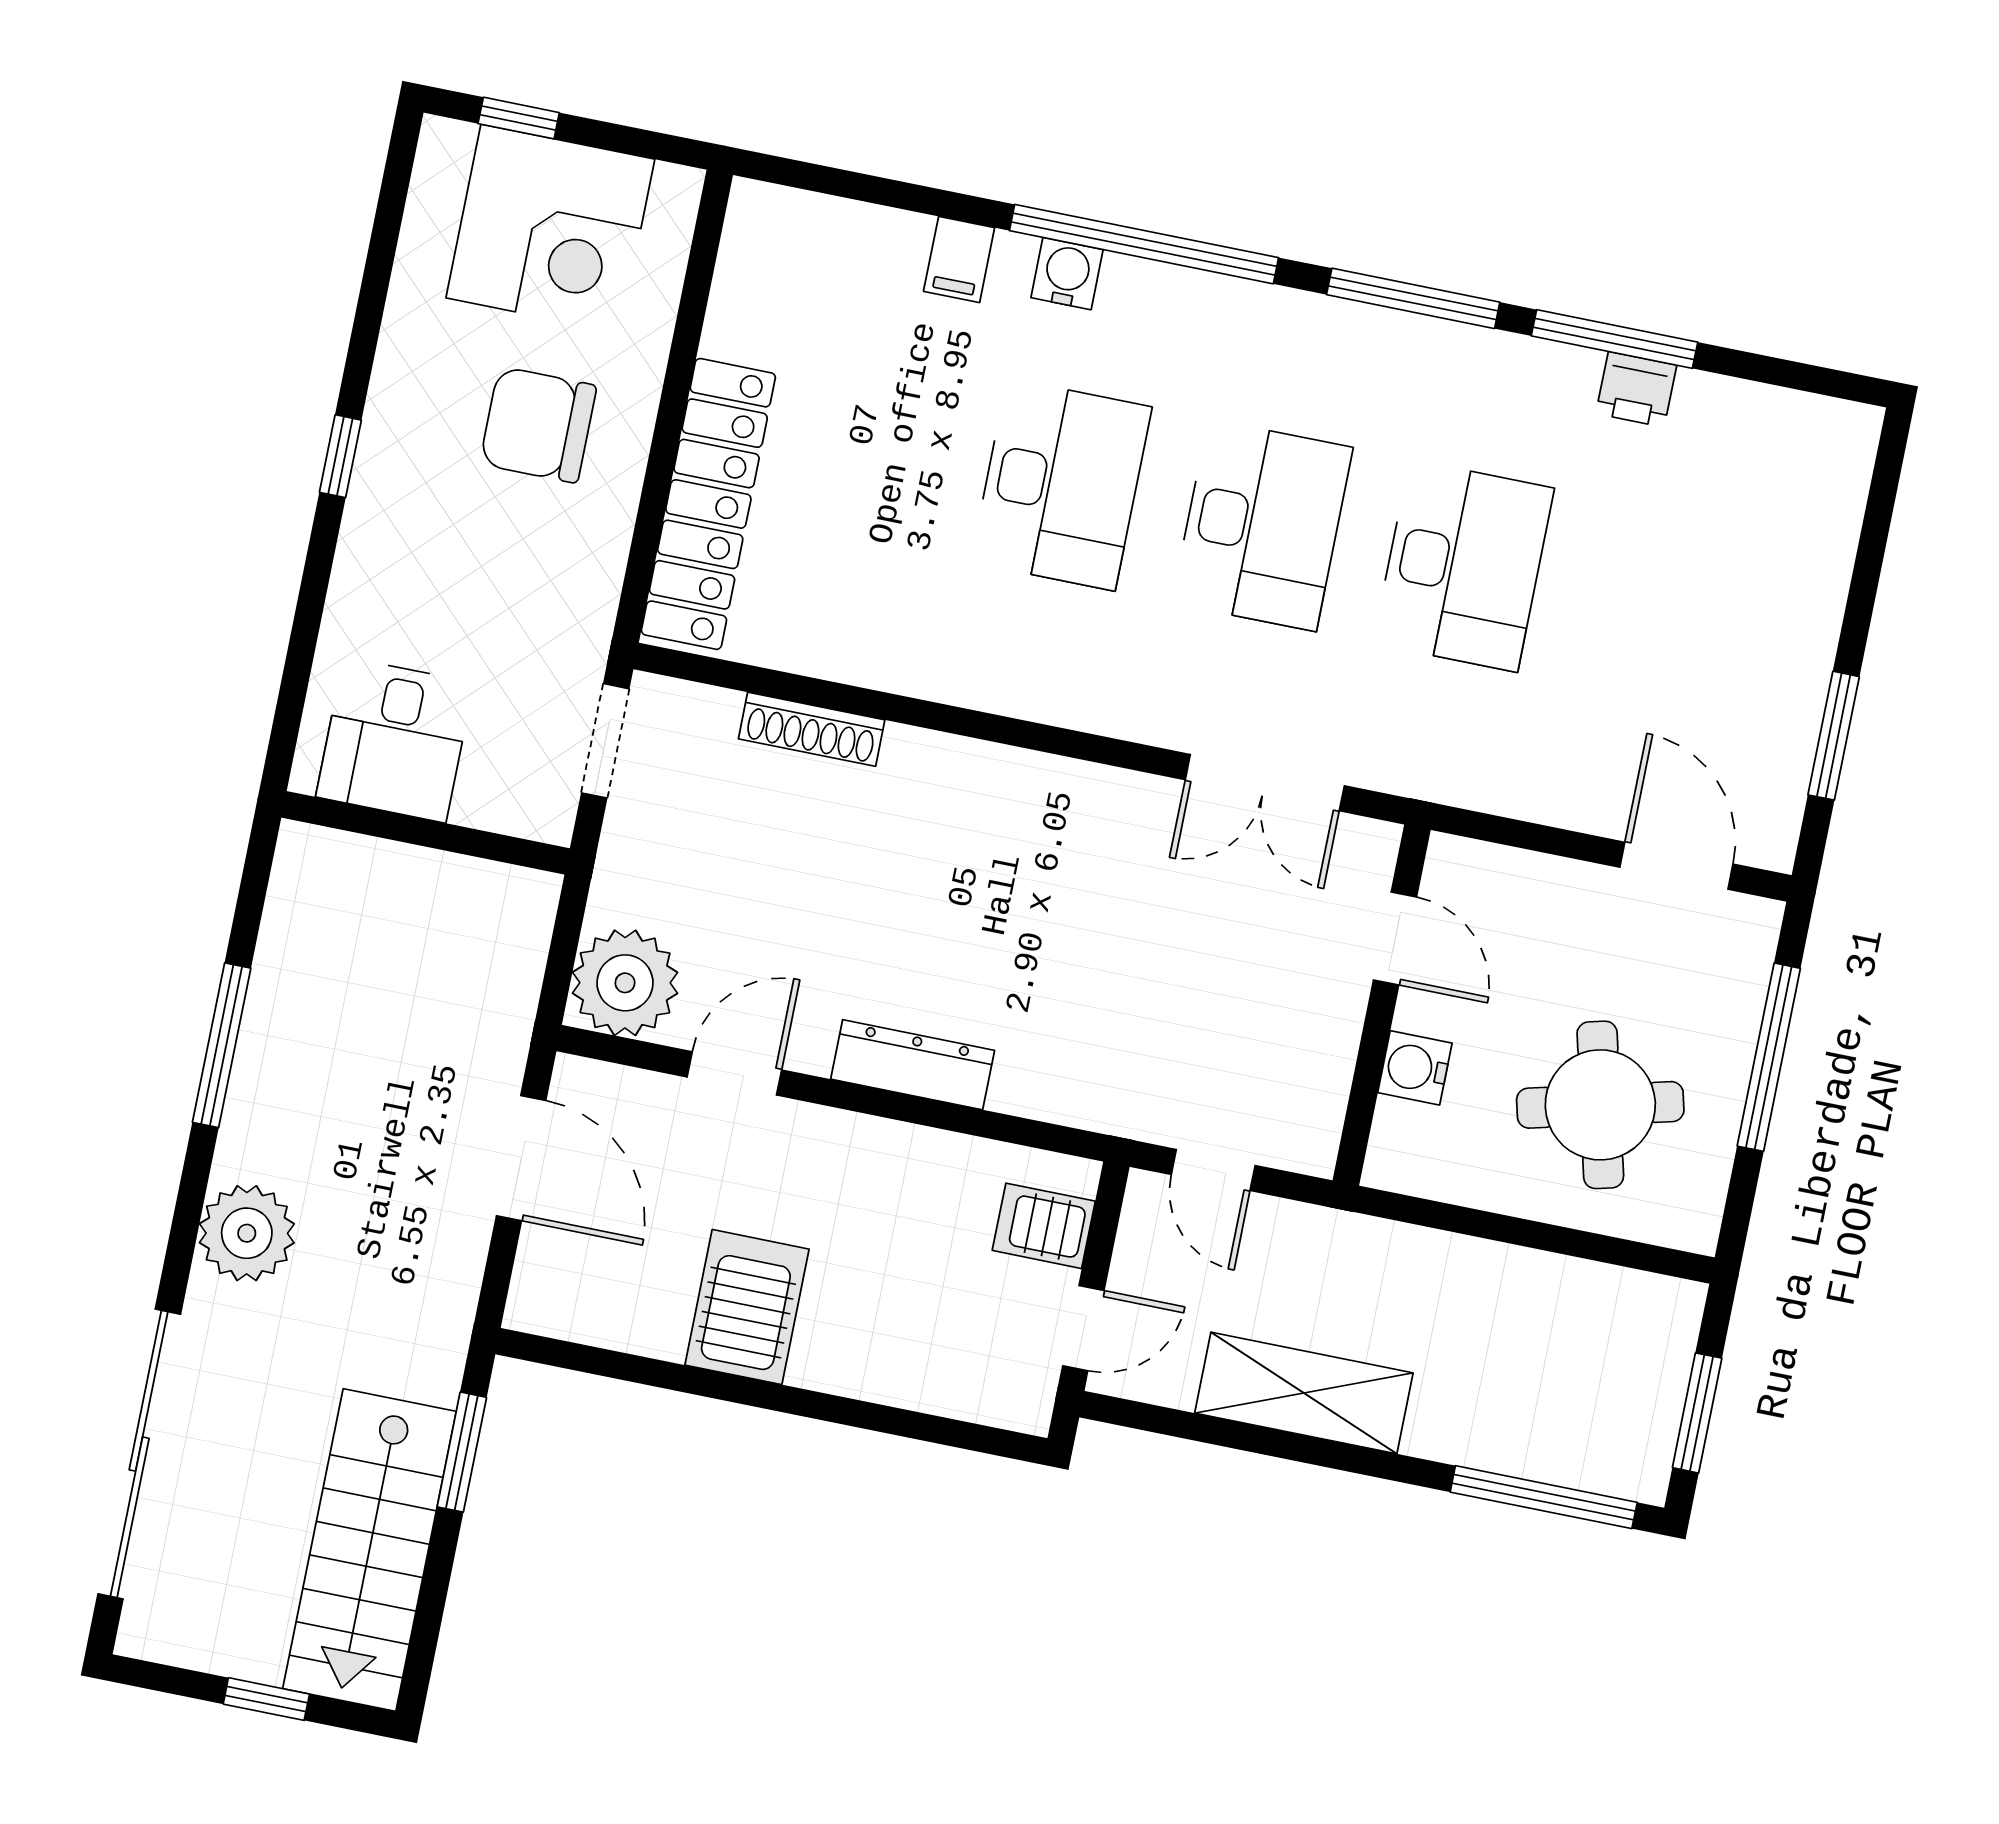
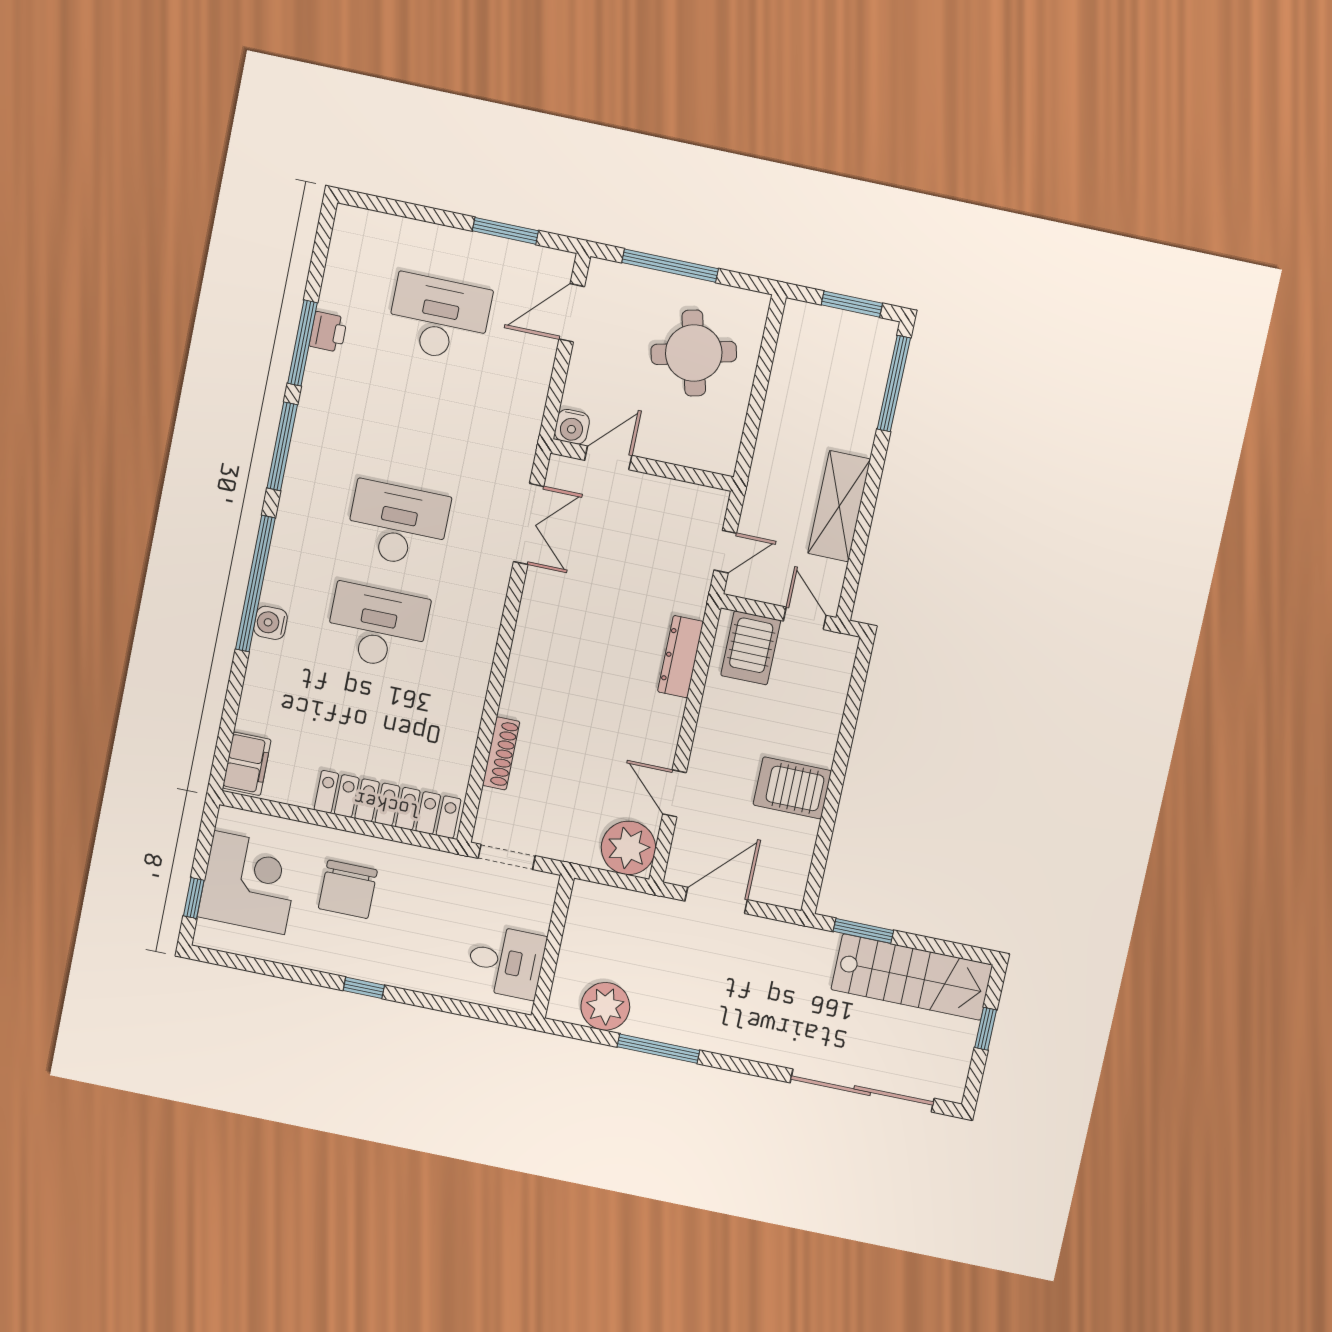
filing cabinet: (959, 260) -> (247, 764), moved, width x2.00
desk: (1464, 566) -> (439, 318), moved
dresser: (913, 1065) -> (681, 657), moved
water cooler: (1415, 1068) -> (572, 427), moved
server rack: (1044, 1226) -> (751, 648), width x1.36, depth x1.44
plant: (247, 1233) -> (605, 1006), moved

